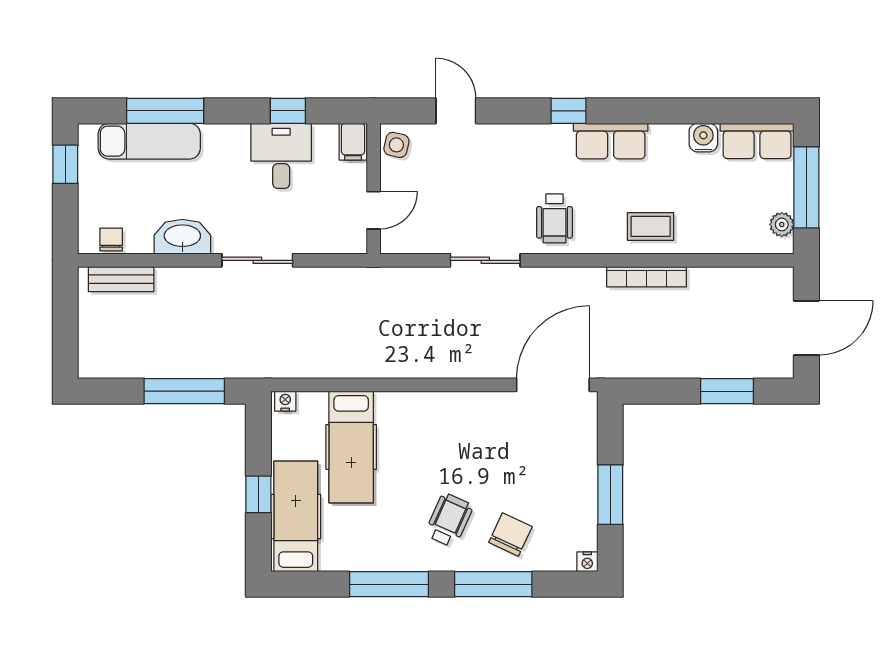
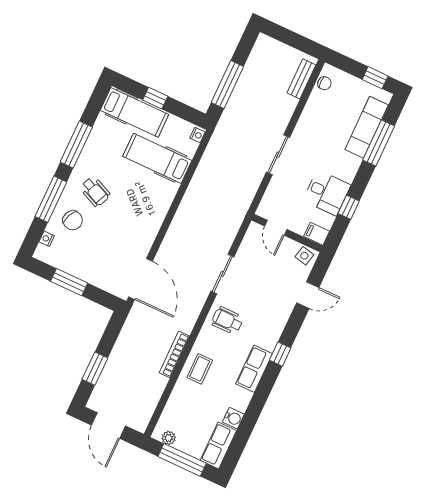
washbasin: (182, 237) -> (309, 121), removed
nightstand: (587, 562) -> (47, 239), moved

